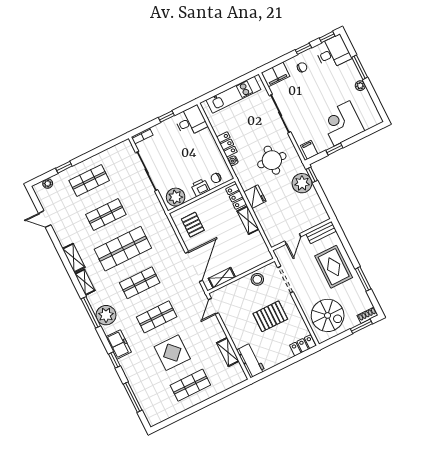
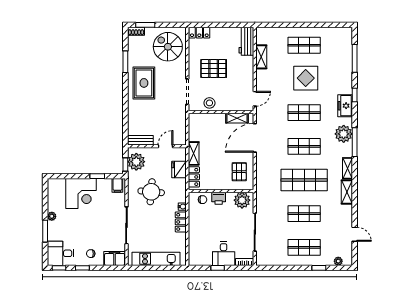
desk: (191, 121) -> (224, 254), moved, turned -90
bench: (321, 232) -> (140, 140), moved
wall: (301, 235) -> (157, 146), moved
door: (293, 239) -> (165, 146), moved

